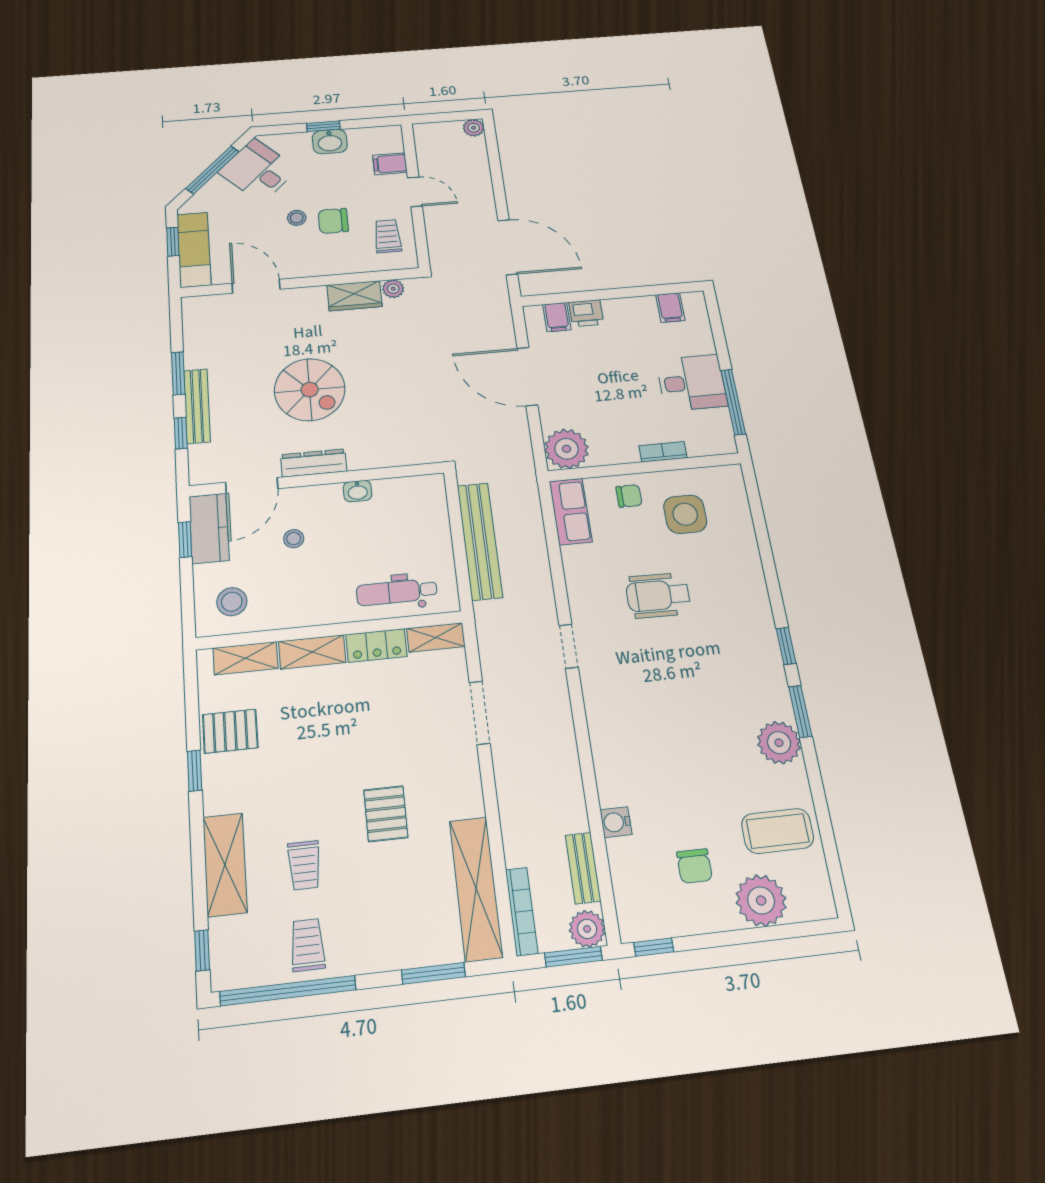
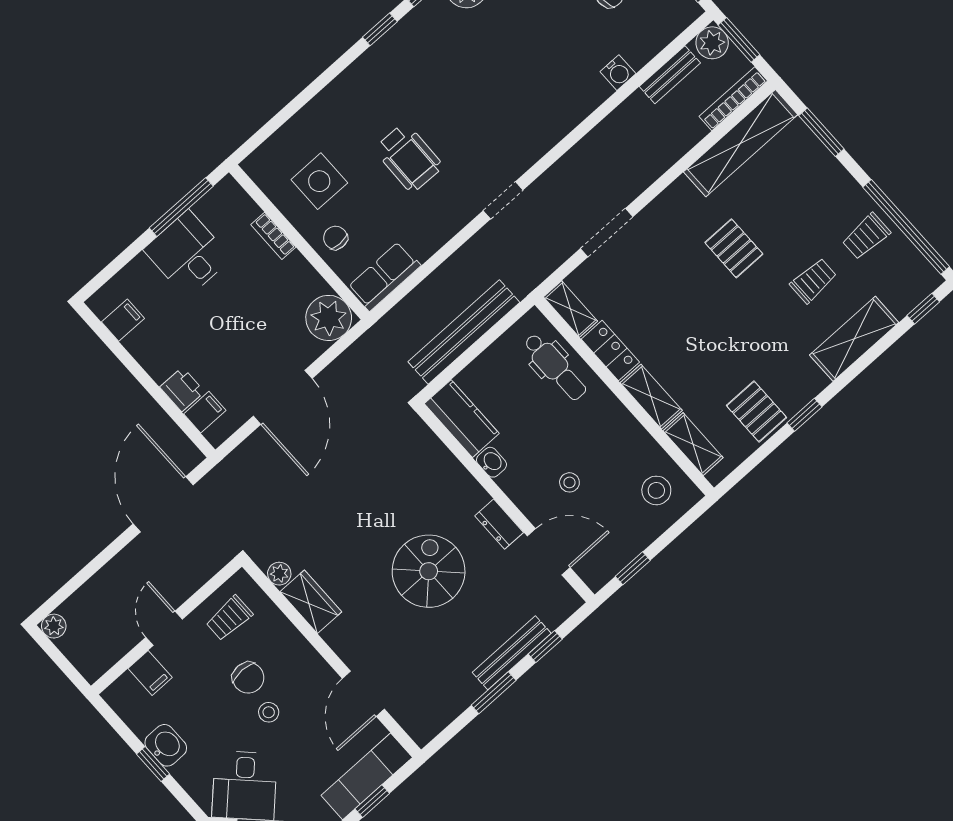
dresser: (314, 463) -> (499, 524), width x0.70
kitchen counter: (209, 528) -> (462, 419), moved, turned 90
pallet: (386, 814) -> (734, 248), turned 90

